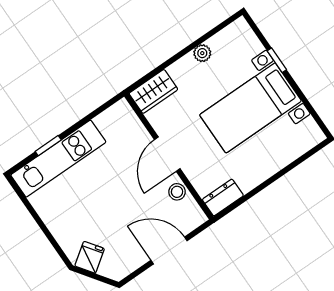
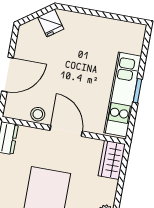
window: (48, 146) -> (137, 91), moved
kitchen unit: (58, 159) -> (123, 94), moved

